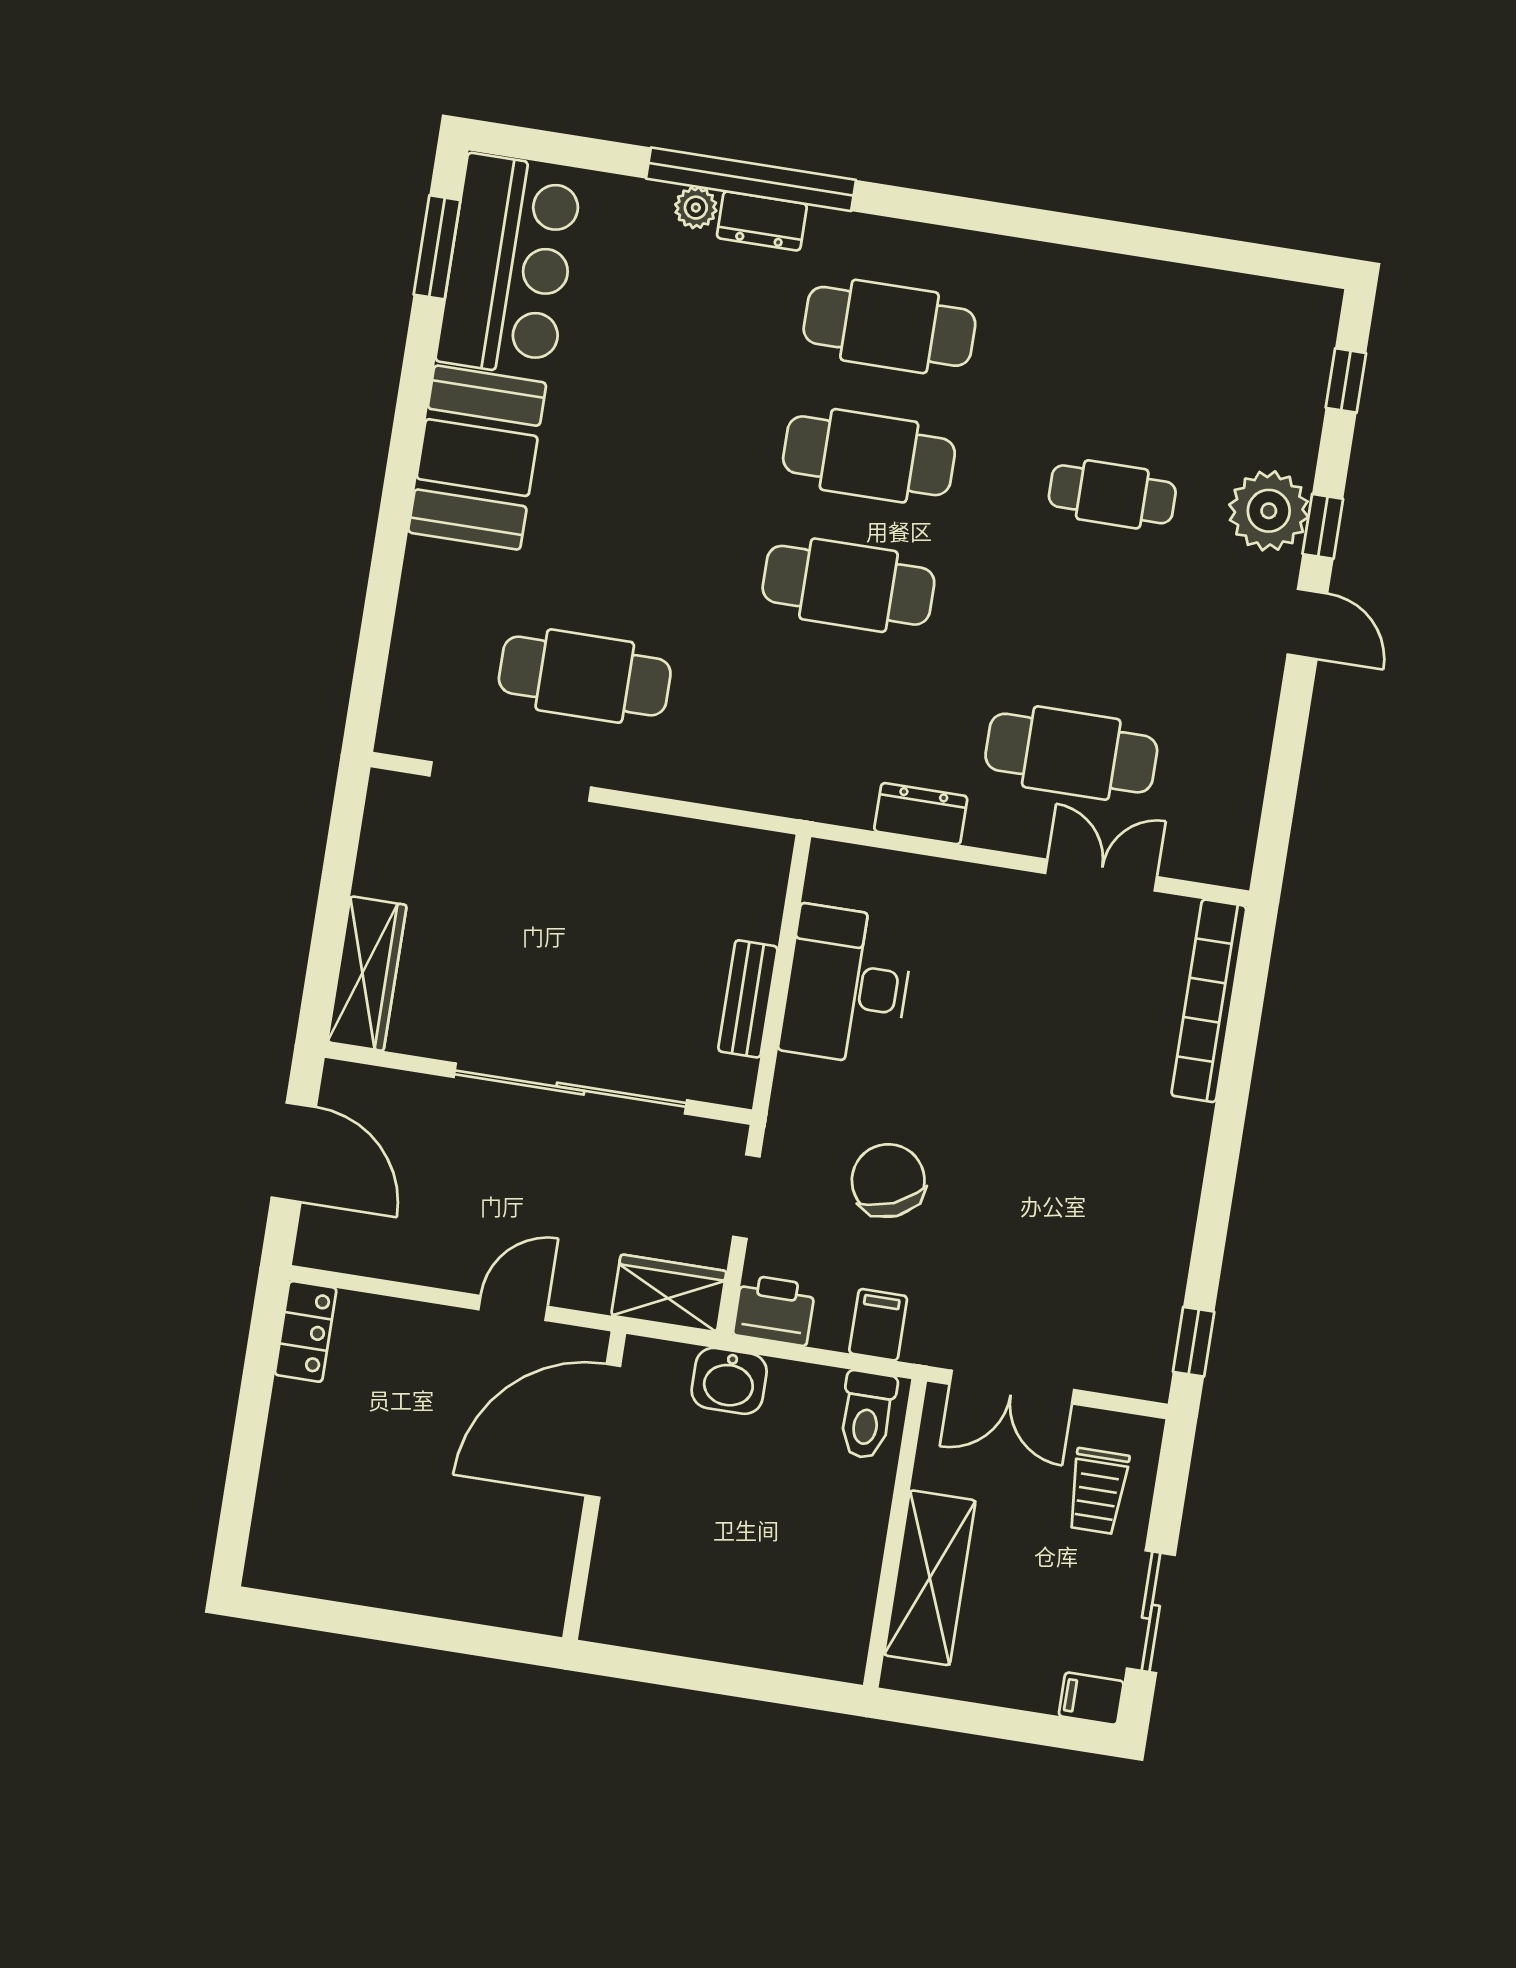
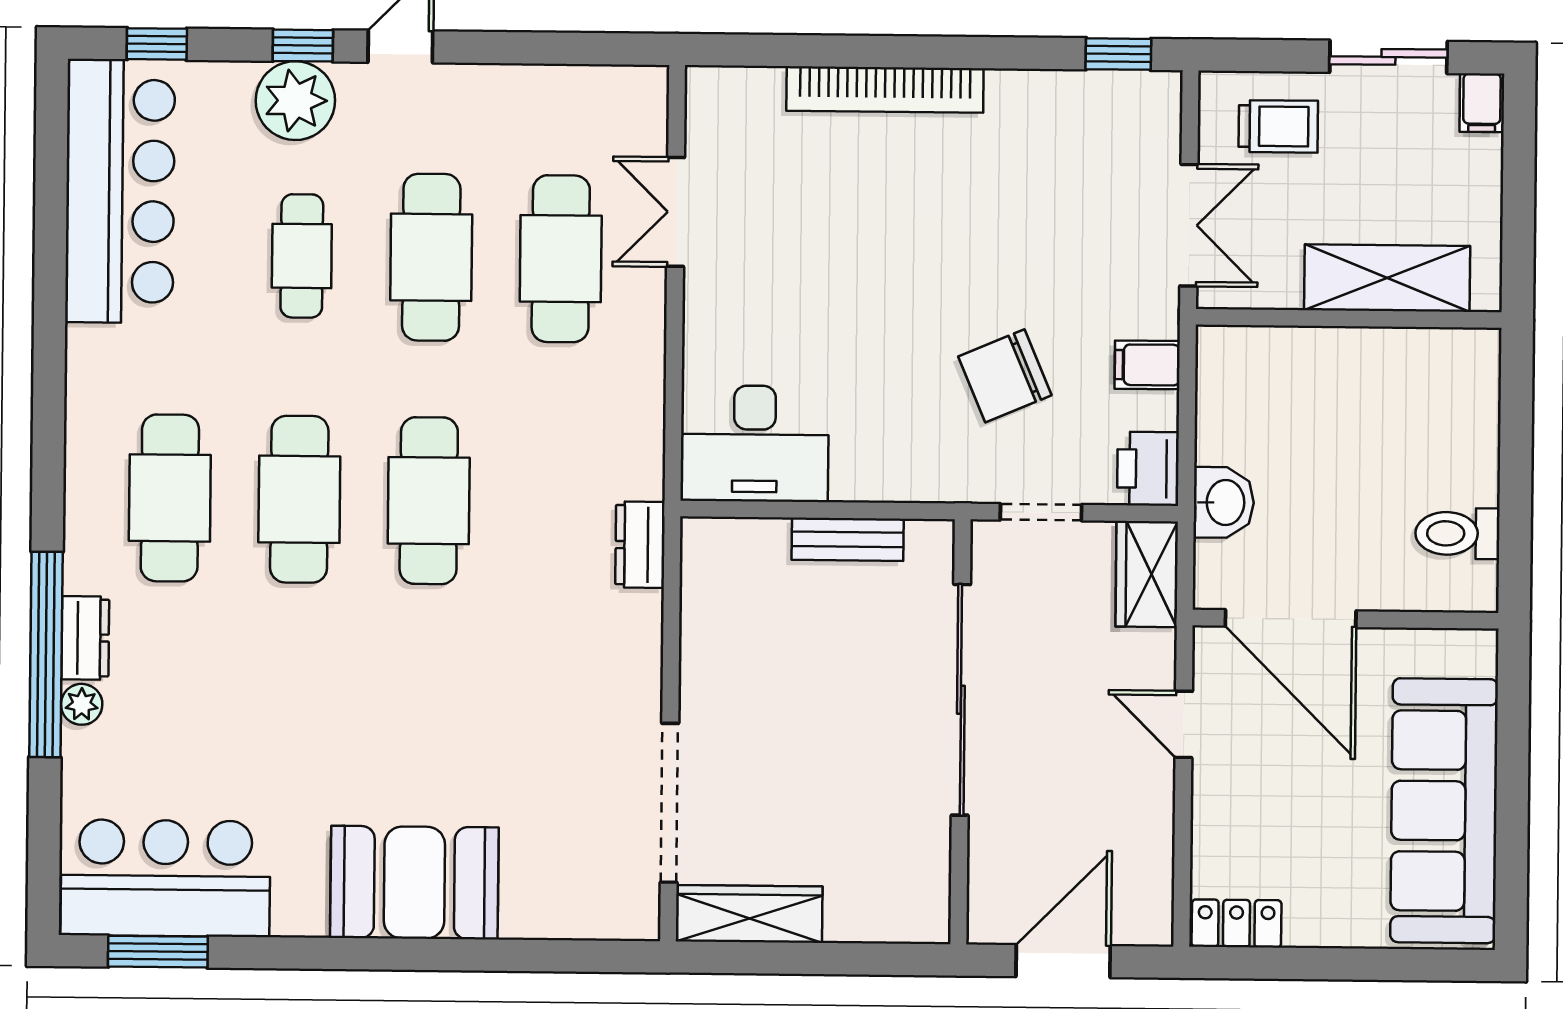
bar counter: (1204, 322) -> (120, 191), added
booth: (477, 458) -> (414, 883), moved
cafe table: (585, 676) -> (431, 257), moved
dresser: (921, 814) -> (640, 545), moved
wardrobe: (367, 974) -> (749, 914), moved
desk: (847, 985) -> (755, 444), moved
bookcase: (1209, 1001) -> (885, 89), moved
toilet: (867, 1415) -> (1457, 533), moved, turned 180
sofa: (388, 1556) -> (1444, 811), added

